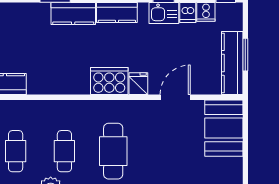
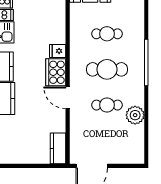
door: (175, 97) -> (68, 98), moved
cafe table: (16, 151) -> (107, 34), moved

